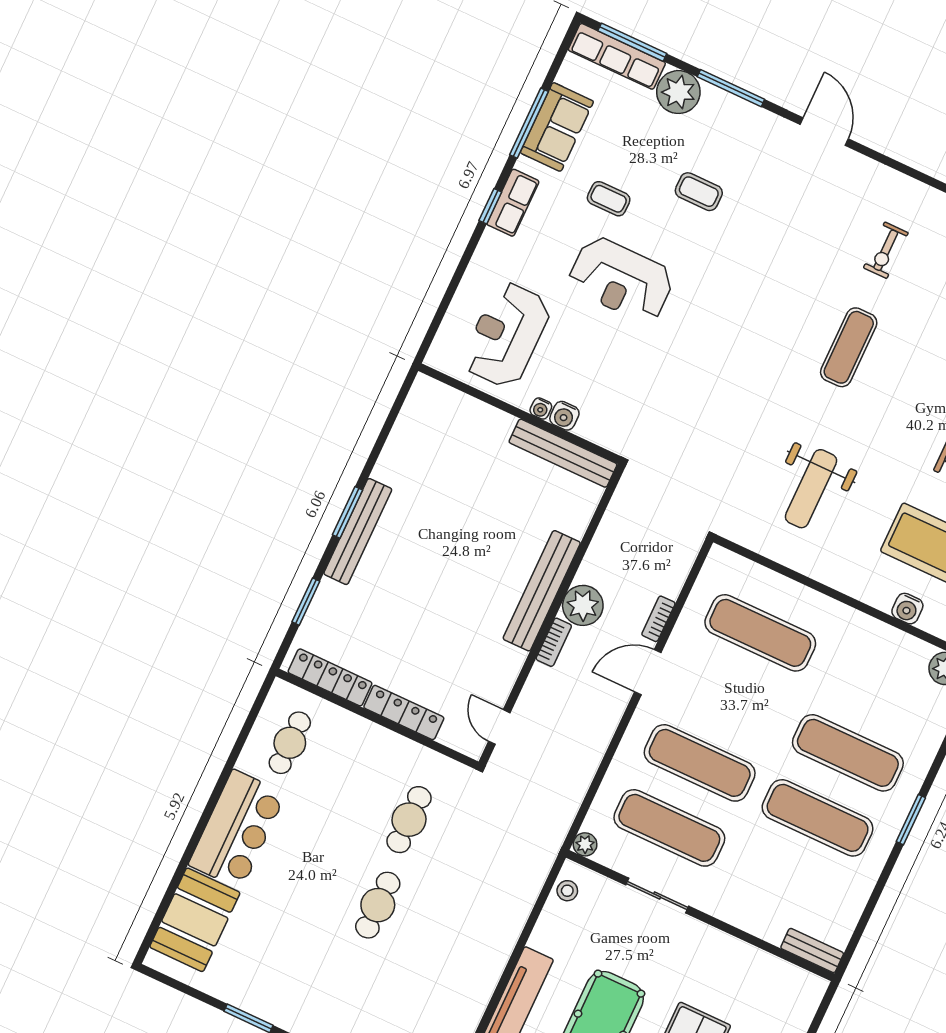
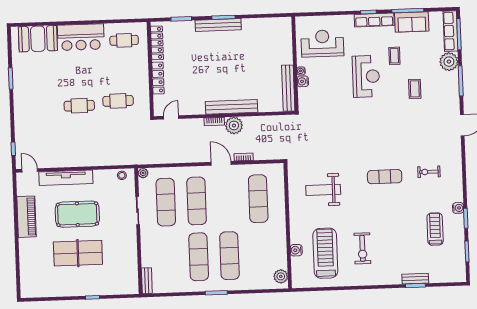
row of seats: (513, 203) -> (374, 20), width x1.48
reception desk: (621, 280) -> (366, 76), turned 180

